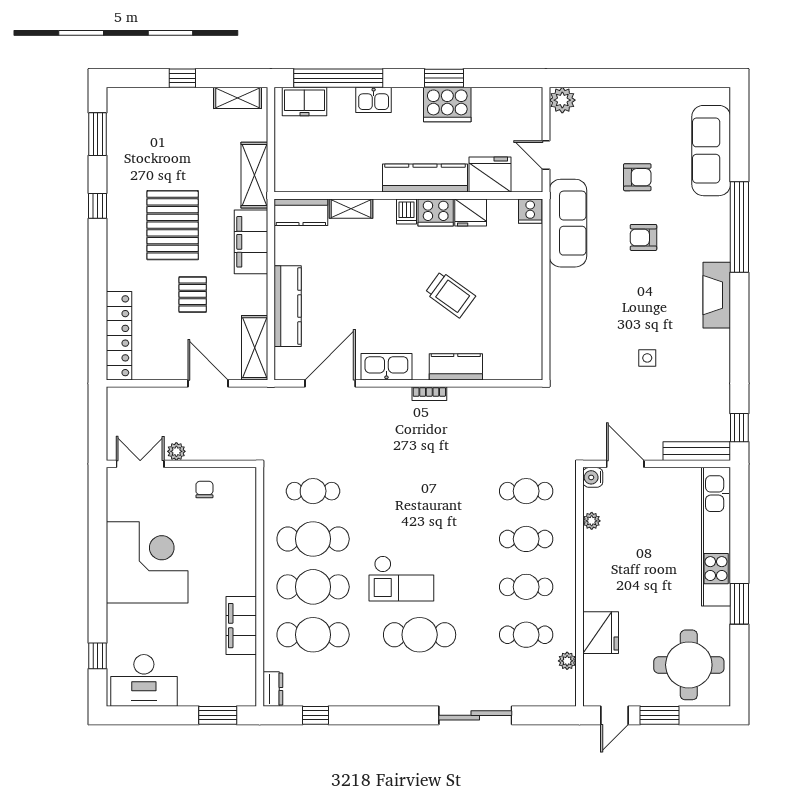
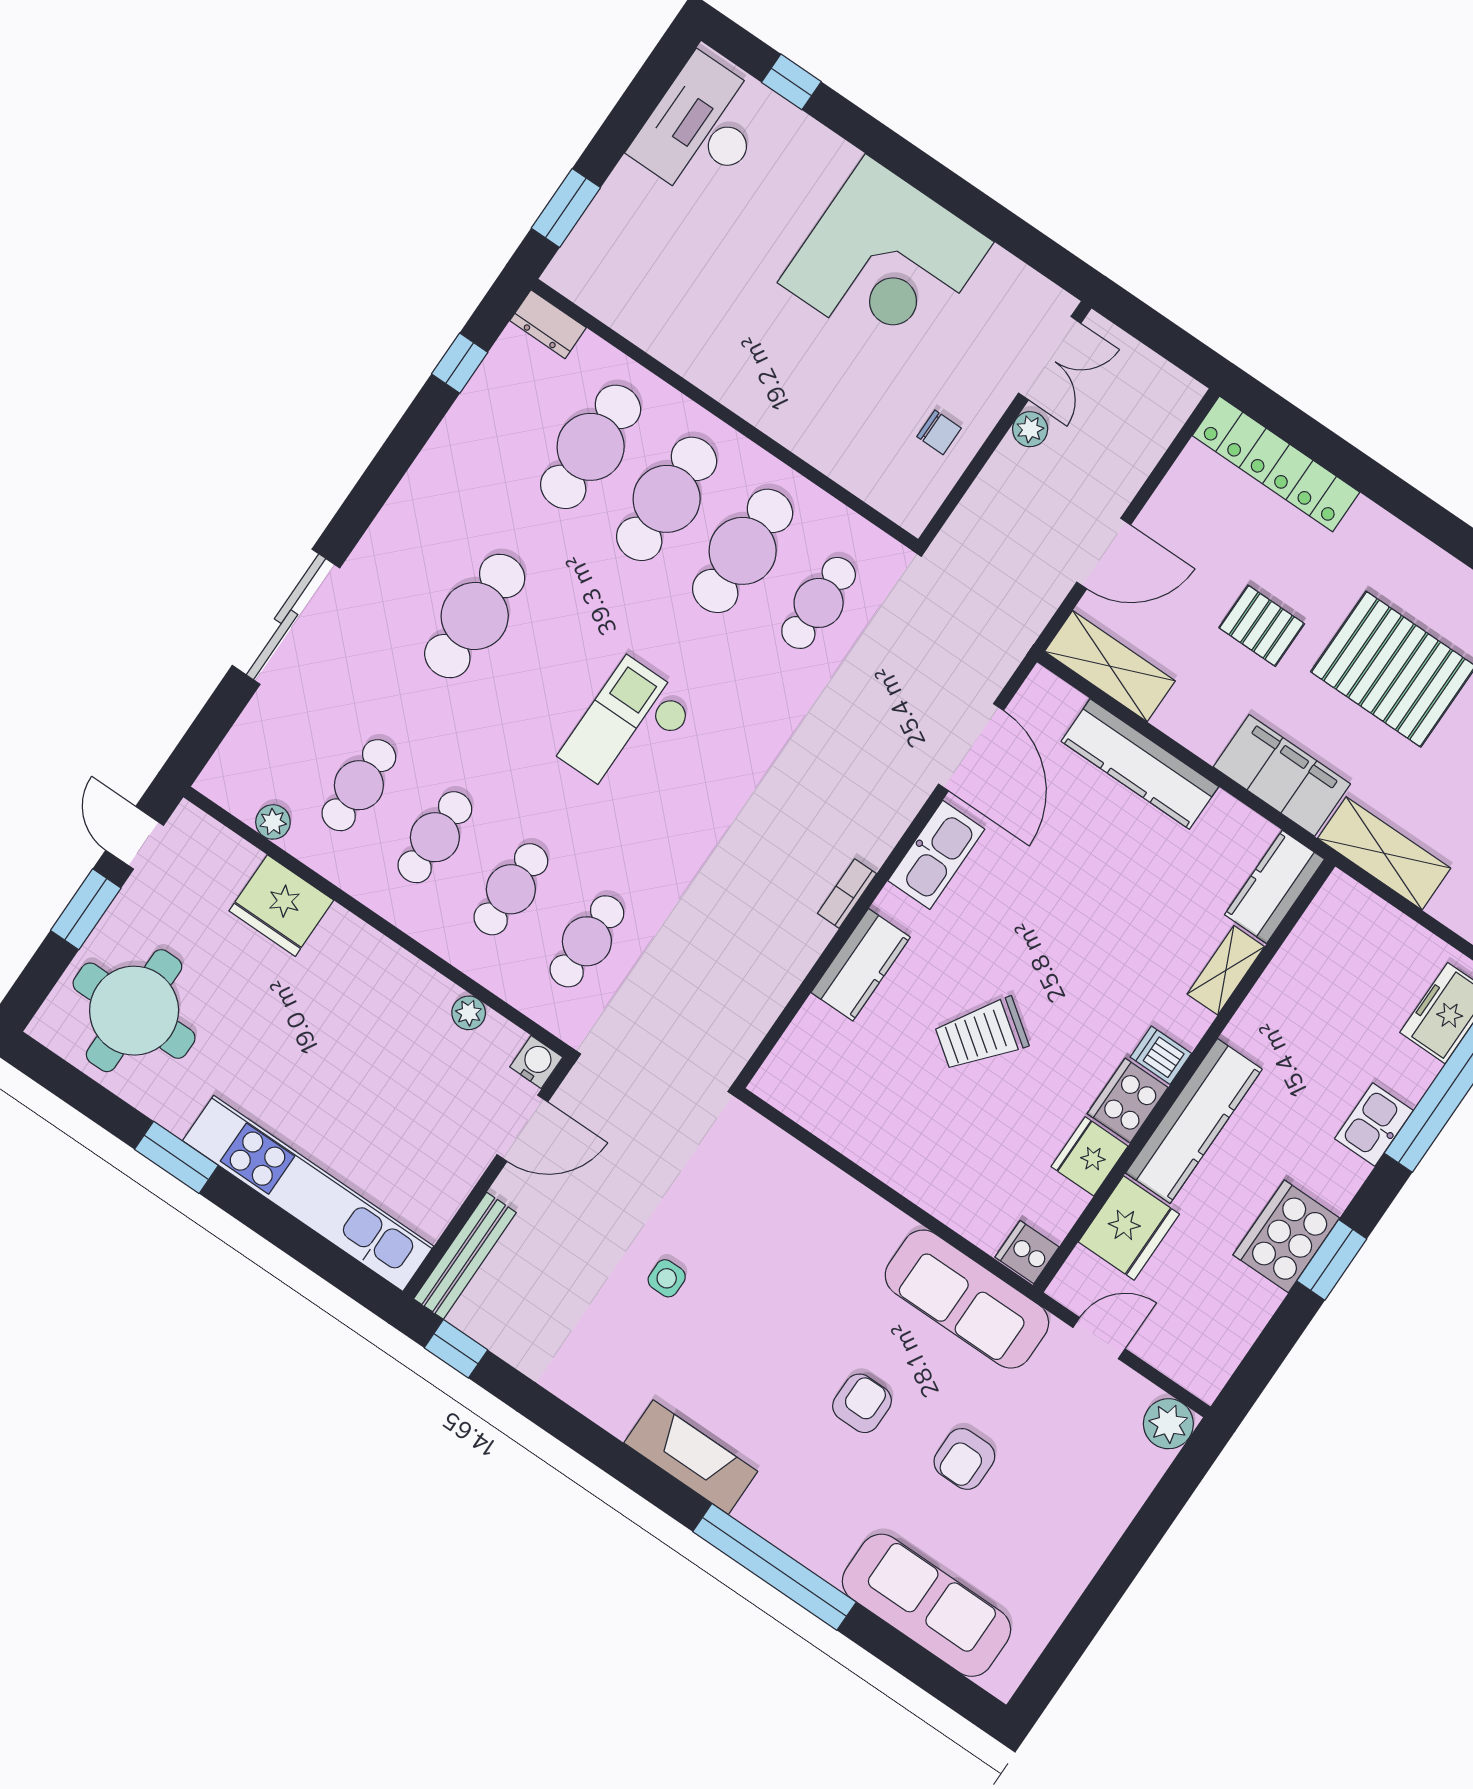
checkout: (401, 578) -> (627, 730), moved
filing cabinet: (241, 626) -> (683, 343), removed

